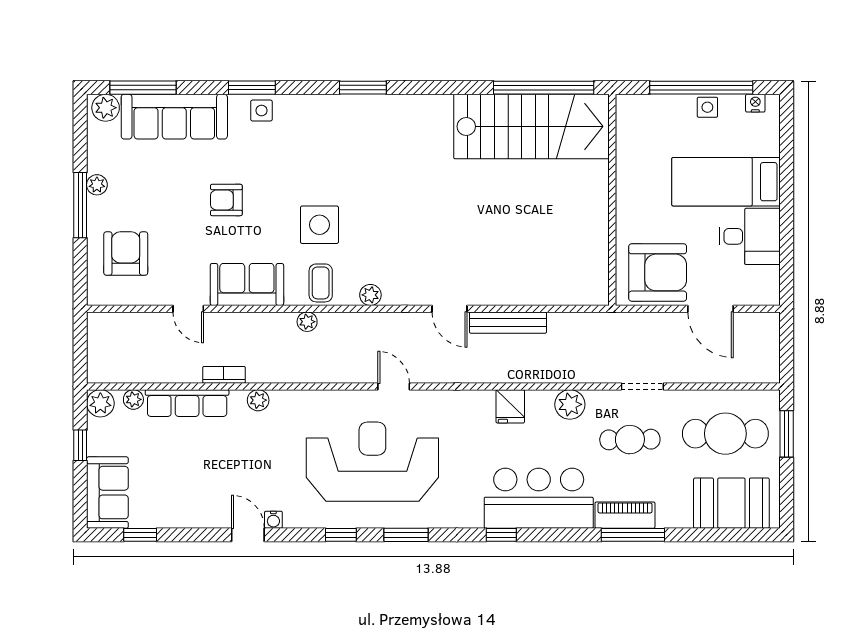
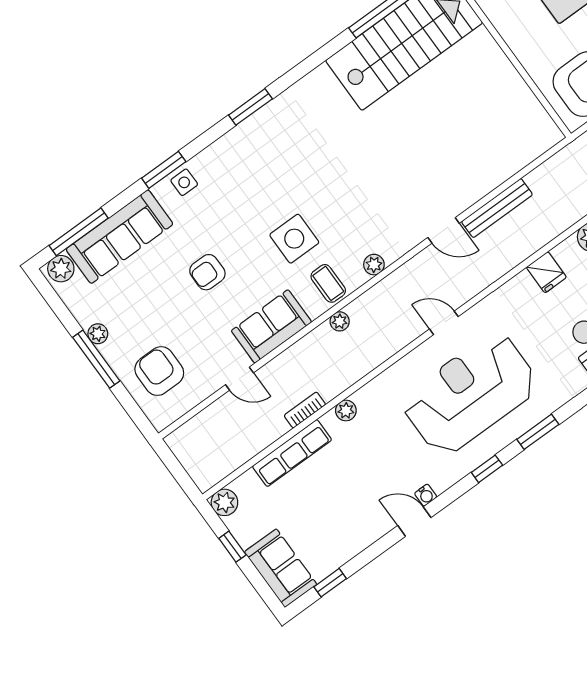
plant: (133, 399) -> (248, 481), removed

